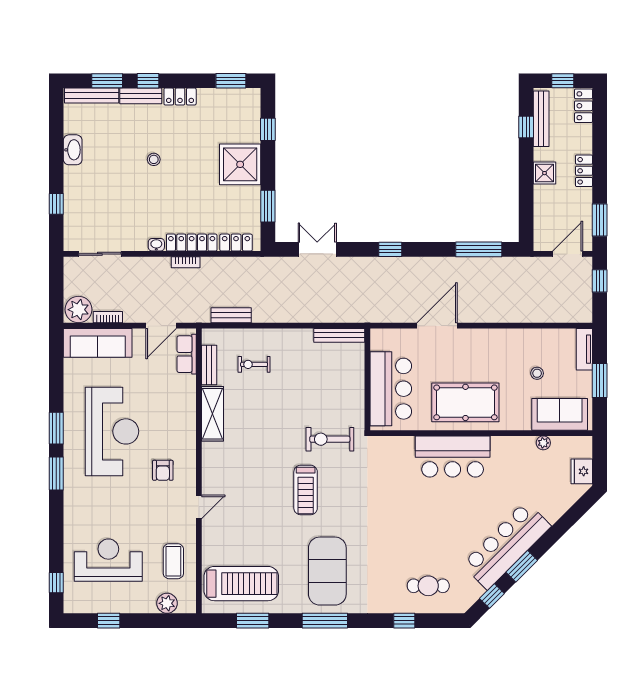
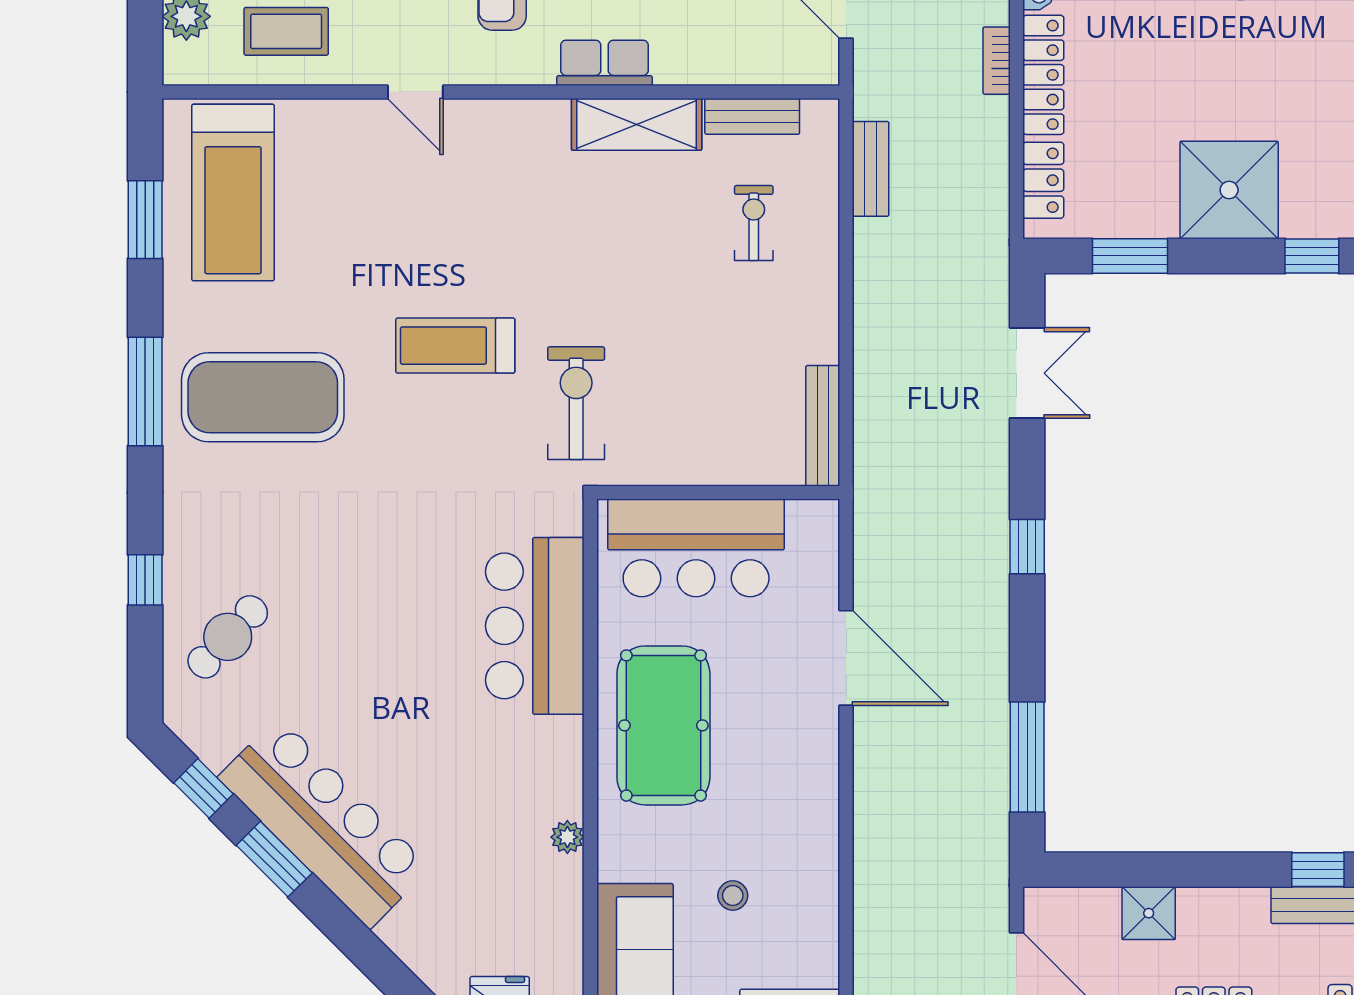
shower: (544, 173) -> (1149, 913), moved
row of seats: (187, 354) -> (604, 63), moved
plant: (543, 443) -> (567, 837), moved
bar counter: (453, 457) -> (535, 626), moved
cafe table: (428, 586) -> (228, 637), turned 43

